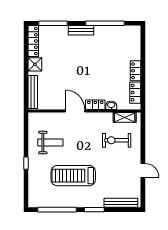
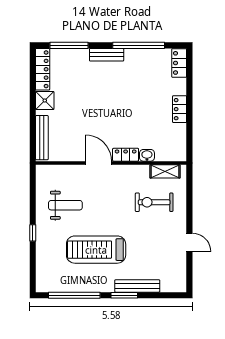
locker: (135, 93) -> (179, 63), moved
bench: (121, 203) -> (137, 286), moved

